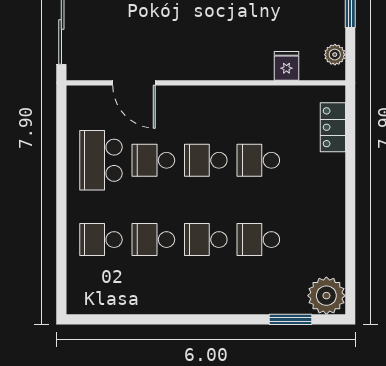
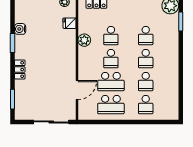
plant: (248, 100) -> (84, 40), added
school desk: (153, 160) -> (111, 82), width x1.85

